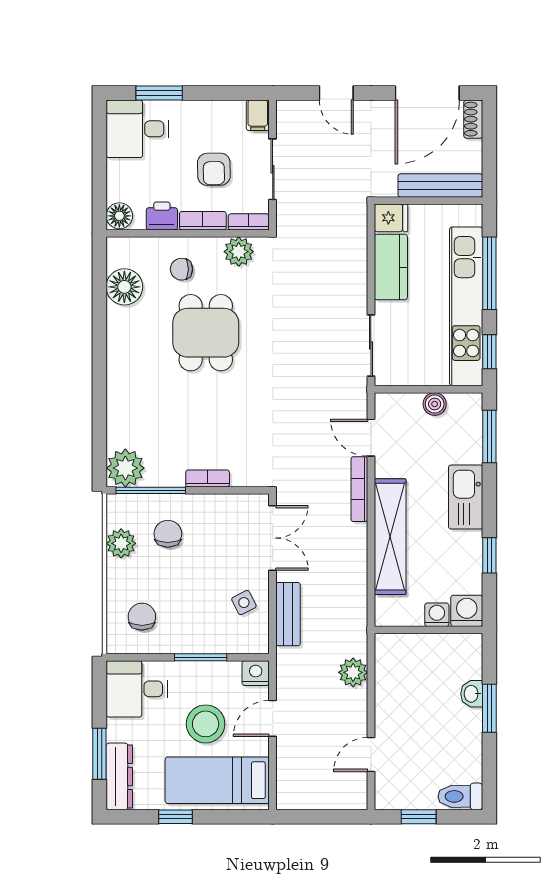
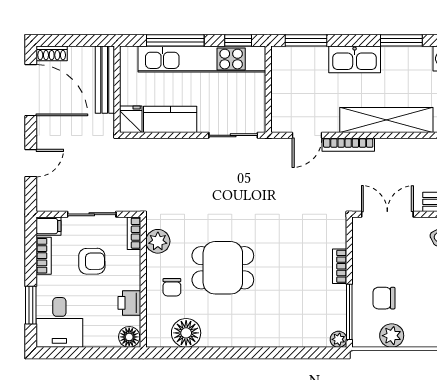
bookcase: (203, 221) -> (44, 256), moved, turned 180
boiler: (435, 404) -> (280, 84), removed
plant: (125, 468) -> (338, 339), width x0.53, depth x0.53
window: (489, 555) -> (401, 40), width x1.50

